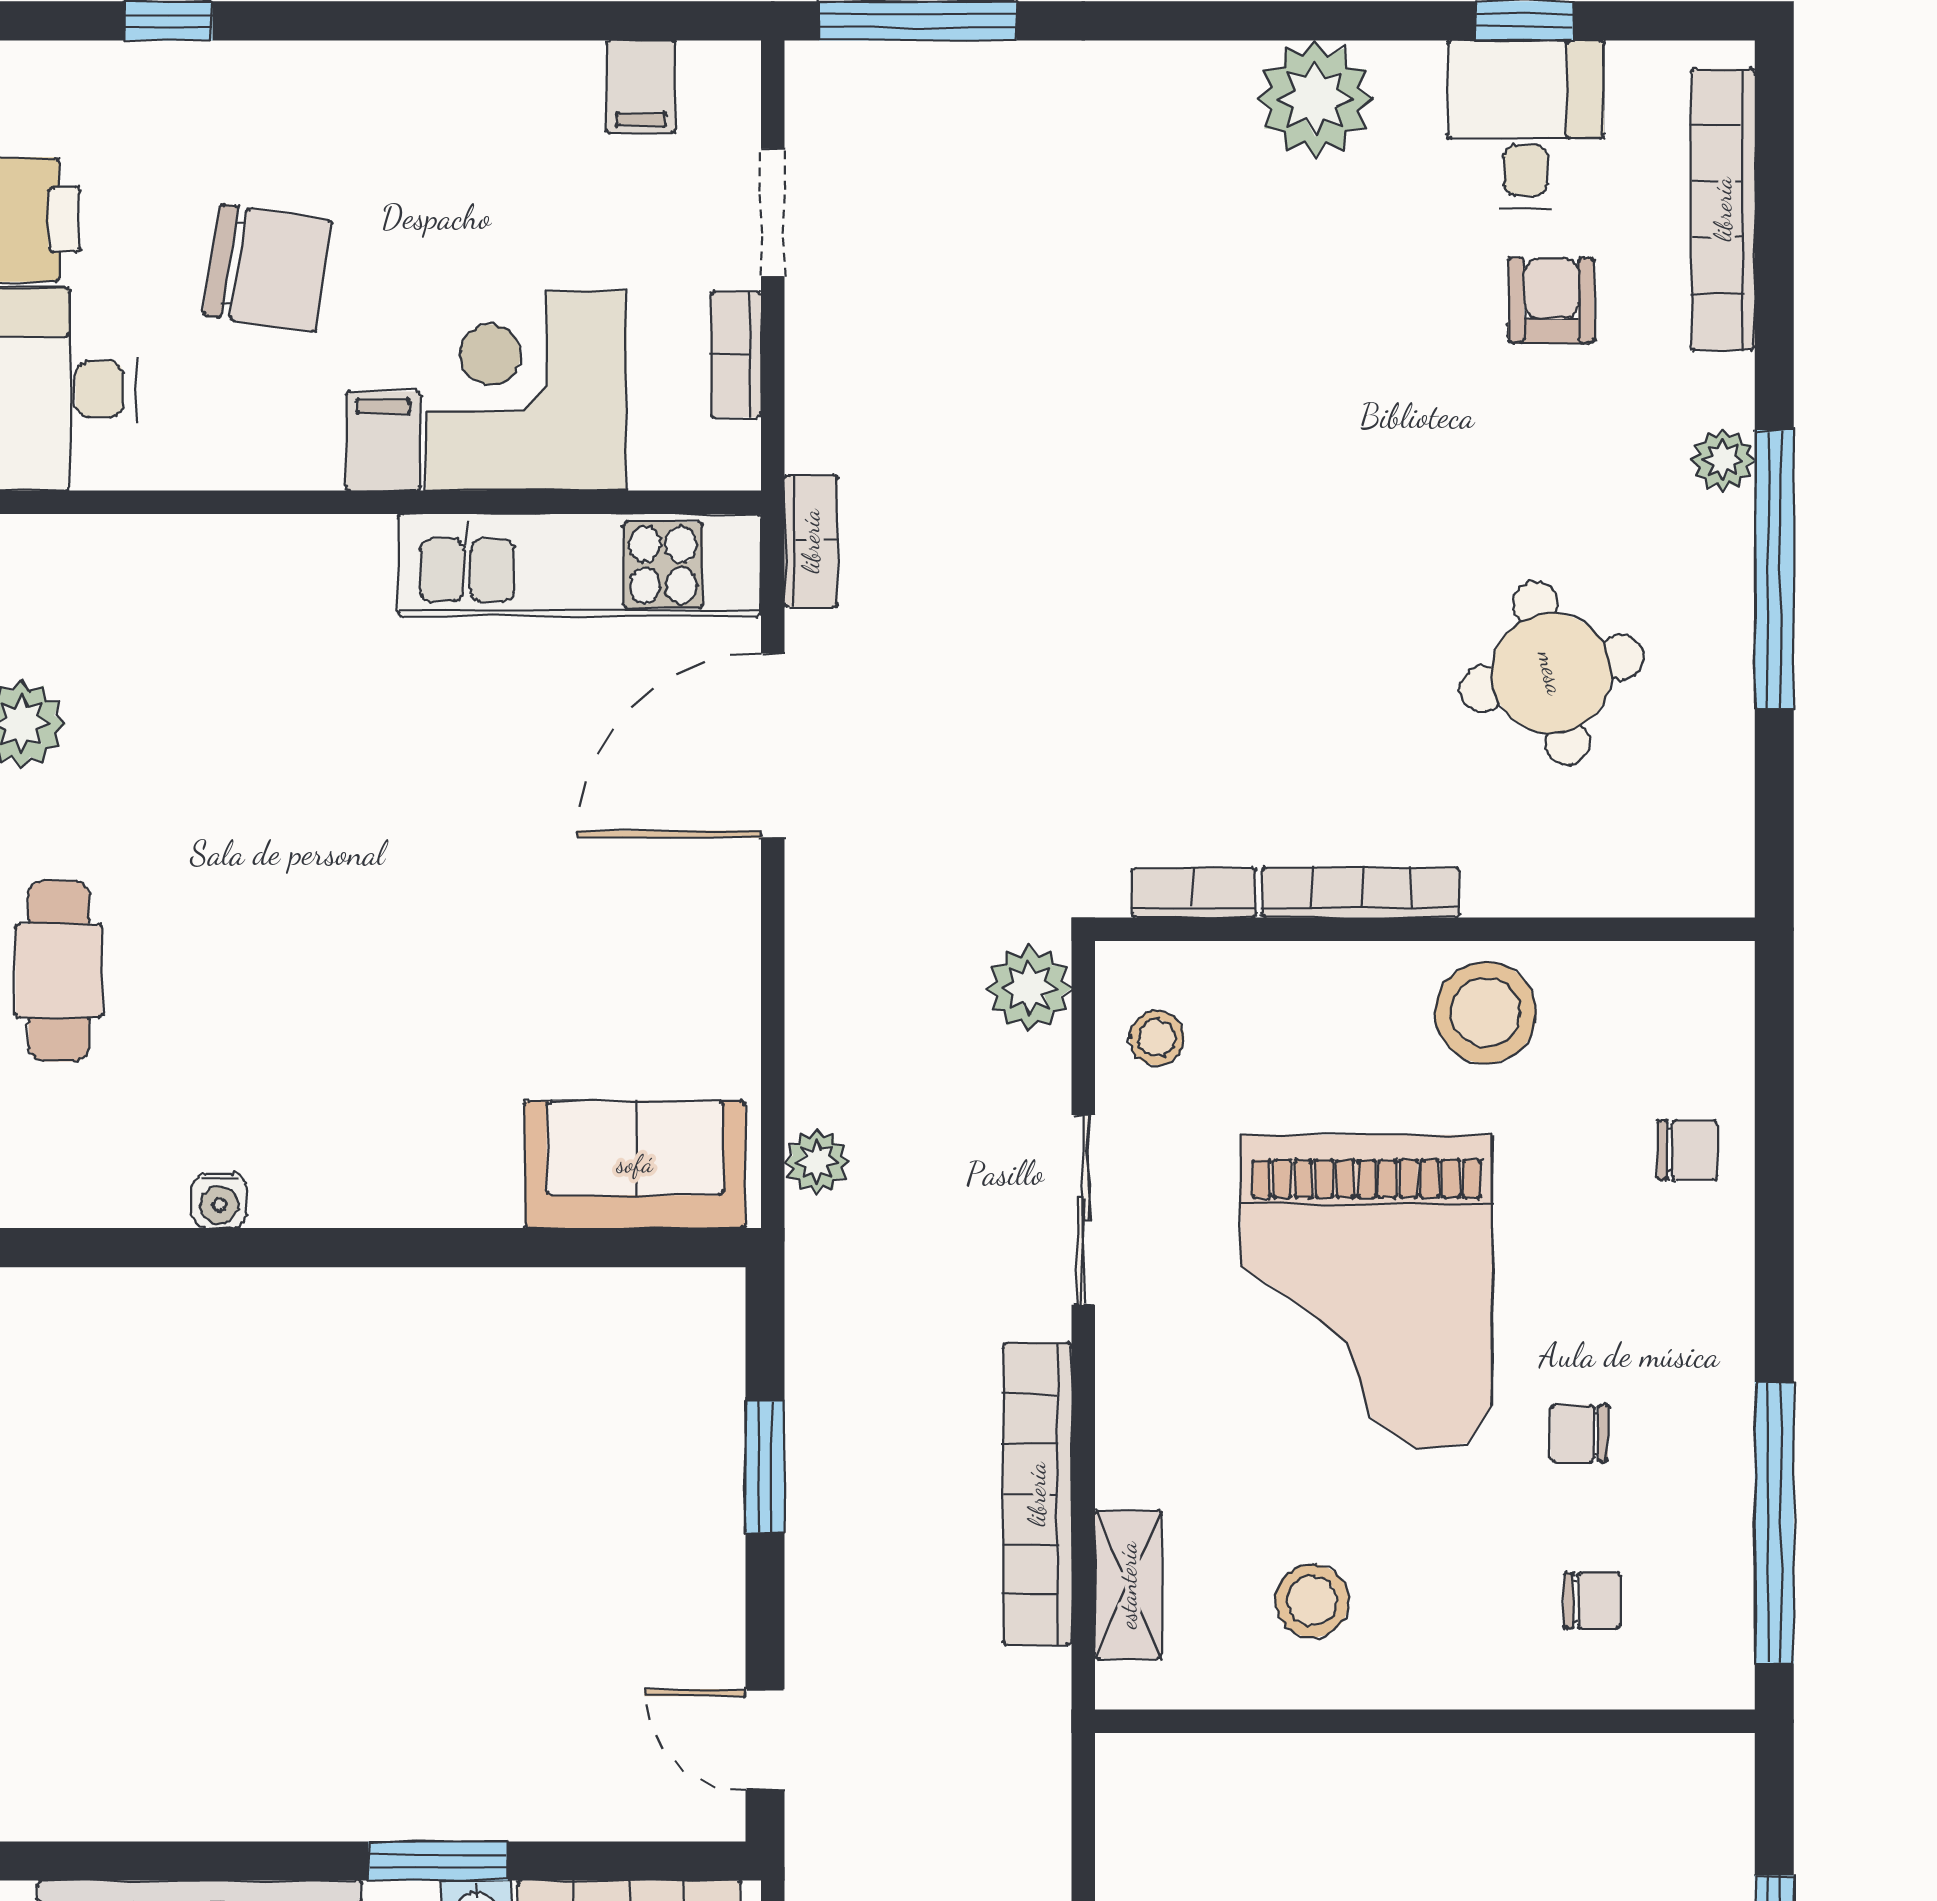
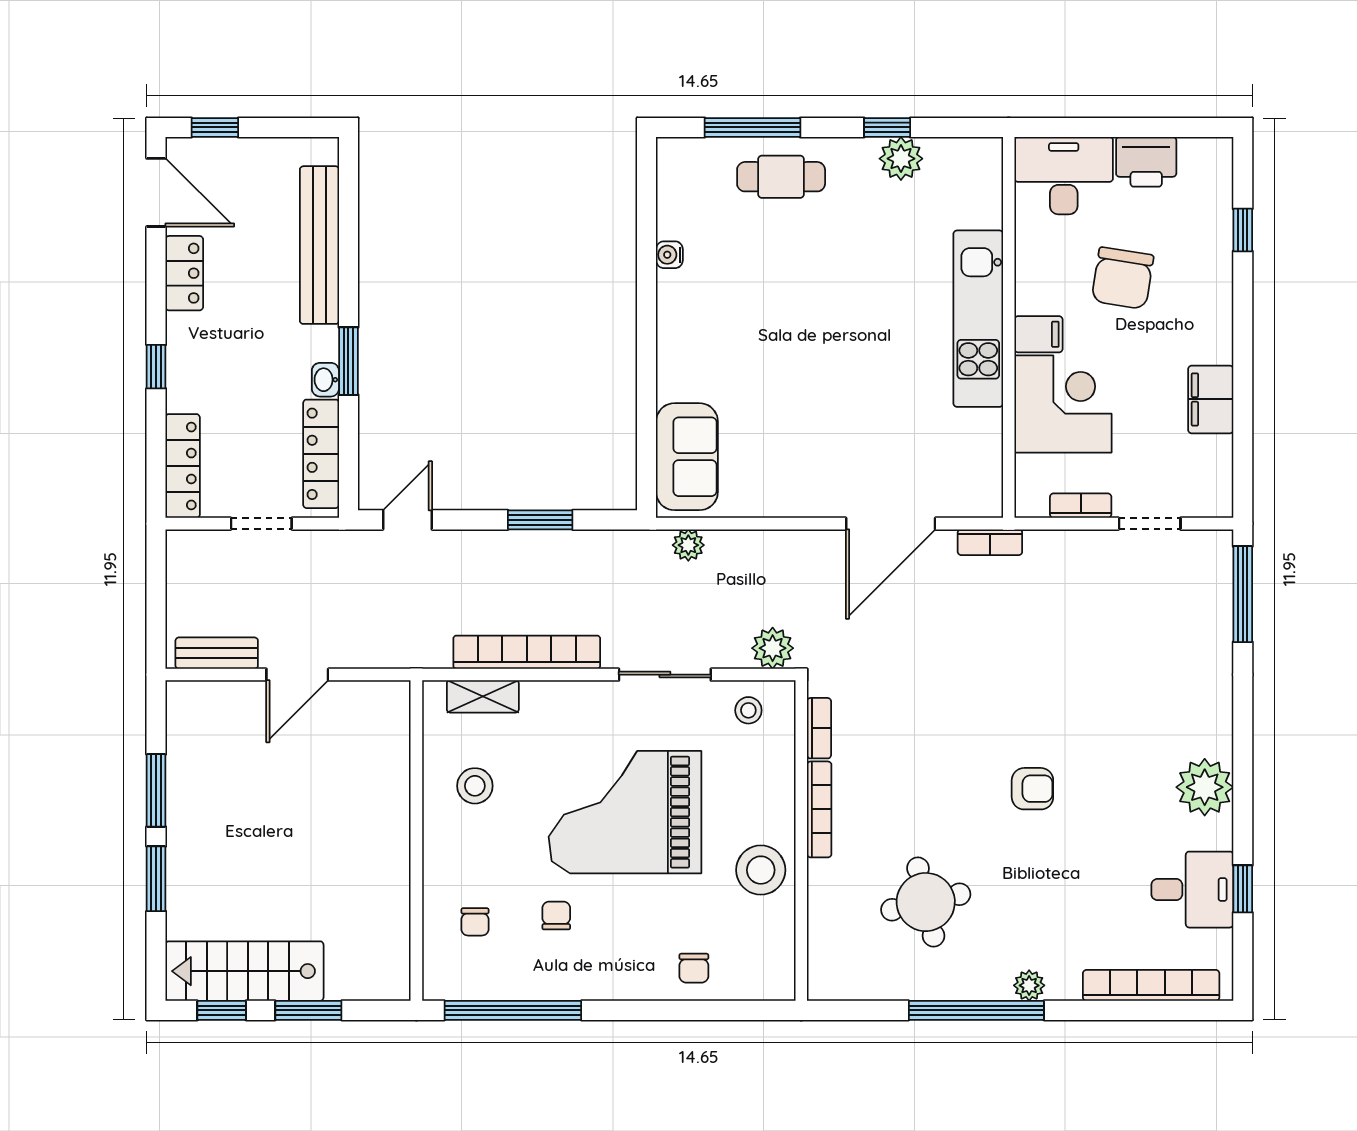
filing cabinet: (641, 87) -> (1211, 399), moved, width x2.00
armchair: (1551, 300) -> (1032, 789), moved
kitchen unit: (580, 565) -> (978, 319), moved
door: (773, 745) -> (891, 524), swing flipped

